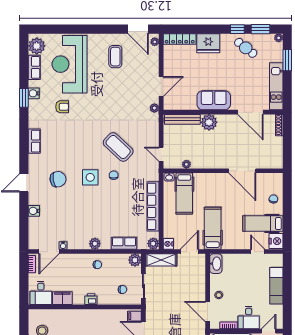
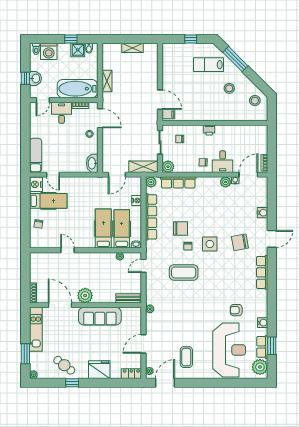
door: (138, 29) -> (165, 383), hinge flipped
window: (260, 29) -> (50, 383), removed
locker: (180, 39) -> (131, 374), width x0.66
door: (161, 87) -> (143, 344), moved
window: (24, 98) -> (272, 346), moved
sofa: (214, 100) -> (100, 316), width x1.36
bench: (182, 119) -> (128, 298), width x0.73
plant: (209, 122) -> (85, 296), moved
row of seats: (34, 141) -> (262, 272), width x1.48
coffee table: (118, 147) -> (184, 272), turned -43
door: (161, 154) -> (143, 266), swing flipped
door: (242, 171) -> (68, 250), width x0.53
chair: (122, 194) -> (180, 228), added
hospital bed: (213, 228) -> (103, 228), moved, turned 180
row of seats: (124, 243) -> (178, 182), width x1.48
plant: (95, 244) -> (226, 182), moved
nightstand: (168, 244) -> (137, 200), moved
exam couch: (276, 286) -> (36, 155), moved
desk: (41, 293) -> (223, 162), moved, turned 180
filing cabinet: (62, 298) -> (236, 131), removed

